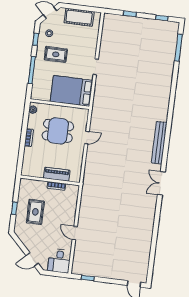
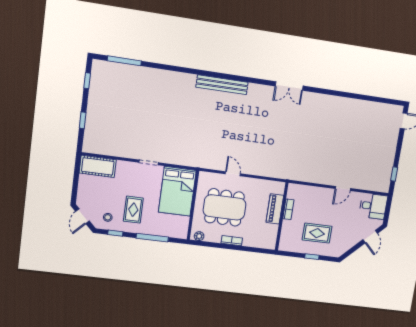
cot: (79, 17) -> (98, 166), moved, turned 90
dining table: (58, 131) -> (224, 207), width x1.38
bench: (159, 143) -> (222, 85), moved

